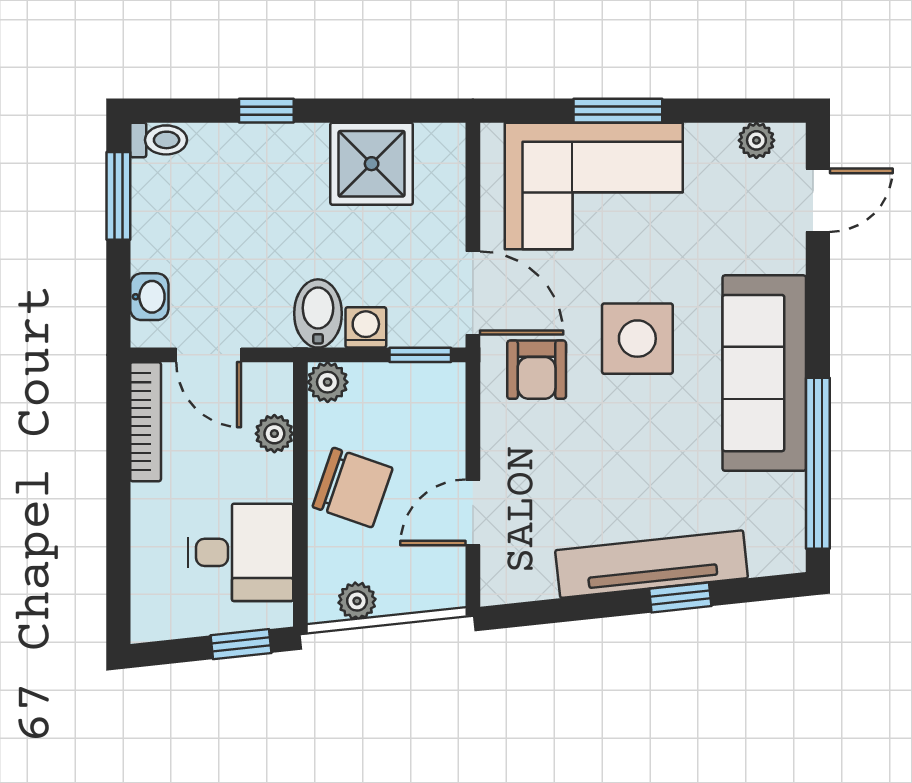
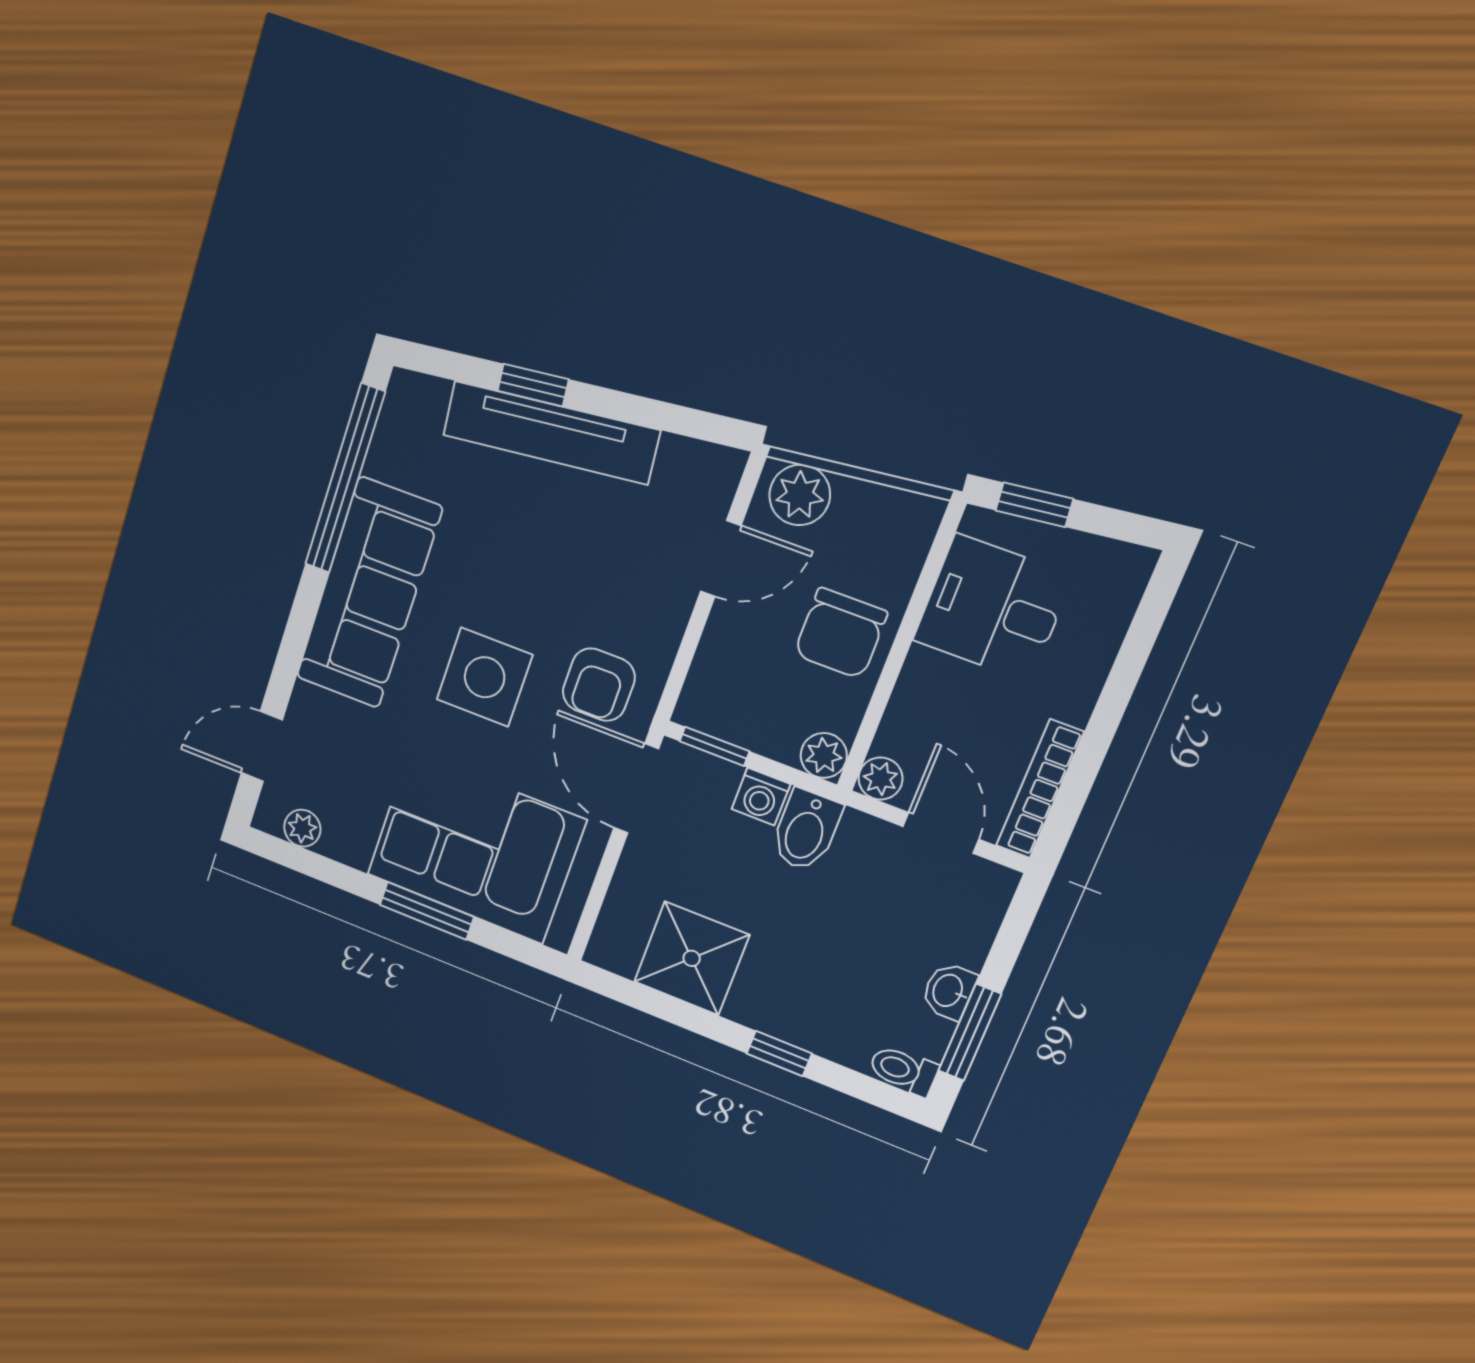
washbasin: (149, 297) -> (949, 991), moved
armchair: (537, 370) -> (599, 685), turned 180
plant: (274, 434) -> (881, 779), moved
chair: (353, 488) -> (841, 633), turned -109
plant: (357, 601) -> (800, 495), moved, width x1.38, depth x1.38

